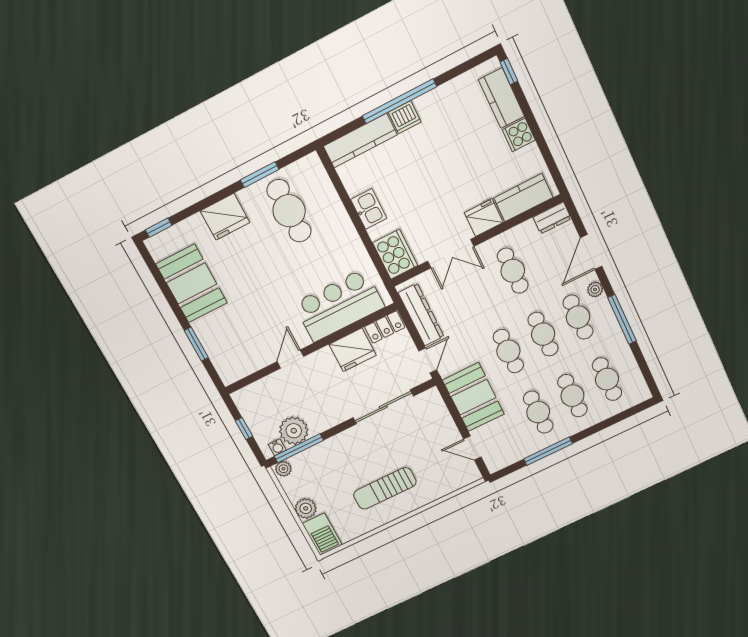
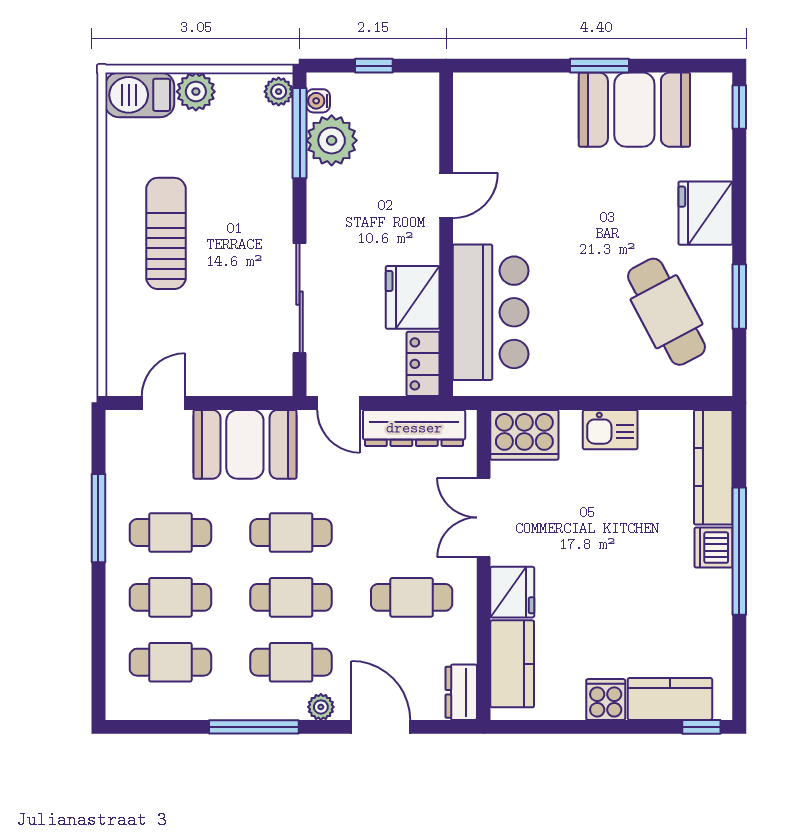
cafe table: (289, 211) -> (666, 312), turned 62
window: (196, 344) -> (600, 66), moved
door: (290, 359) -> (446, 196), hinge flipped

